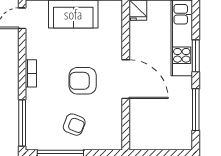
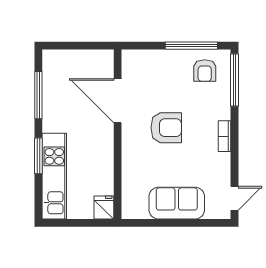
door: (126, 79) -> (118, 101), moved
armchair: (74, 125) -> (205, 71), moved, turned -111

